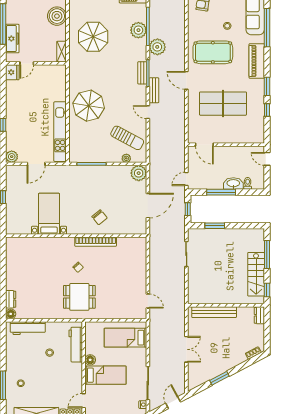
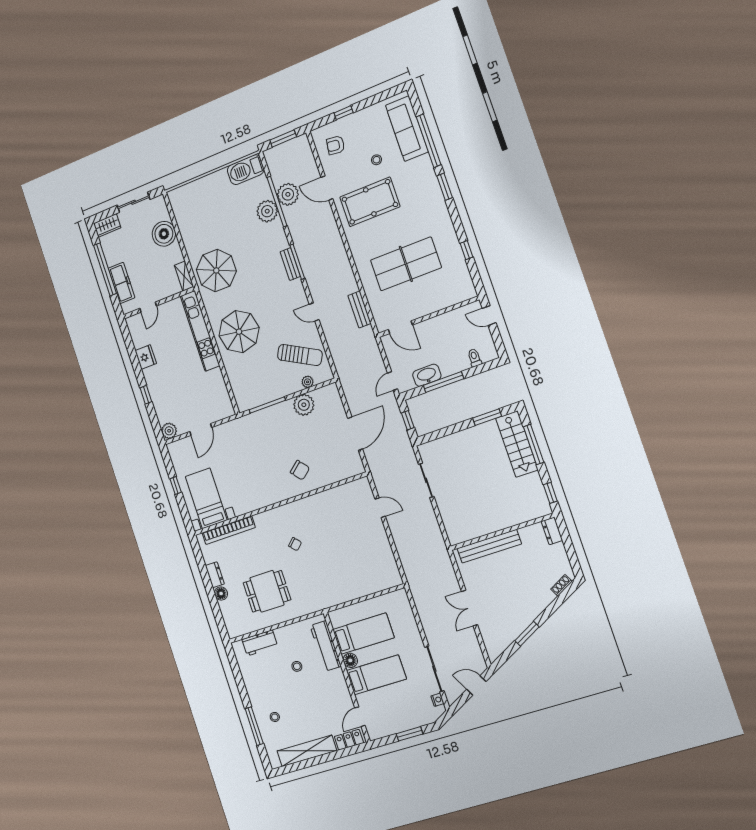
parasol: (93, 37) -> (216, 270), moved
plant: (157, 47) -> (288, 194), moved
piano: (257, 61) -> (431, 190), removed
fridge: (12, 72) -> (146, 357), moved
door: (186, 80) -> (327, 188), moved
window: (267, 86) -> (445, 187), moved
bench: (154, 90) -> (359, 309), moved
kitchen unit: (60, 132) -> (200, 331), moved
plant: (139, 173) -> (304, 405), moved
washbasin: (233, 183) -> (427, 375), moved
bed with nightstands: (49, 214) -> (206, 498), moved
window: (215, 226) -> (487, 417), moved
bookcase: (96, 242) -> (229, 530), moved
stairs: (256, 274) -> (517, 444), moved
dining table: (79, 297) -> (267, 591), moved
dresser: (11, 299) -> (215, 575), moved
door: (148, 301) -> (380, 508), moved
floor lamp: (11, 314) -> (221, 594), moved
workbench: (28, 328) -> (260, 643), width x0.73
bed: (125, 338) -> (363, 634), moved, turned 180
double door: (186, 349) -> (469, 608), swing flipped
door: (173, 403) -> (476, 685), hinge flipped

